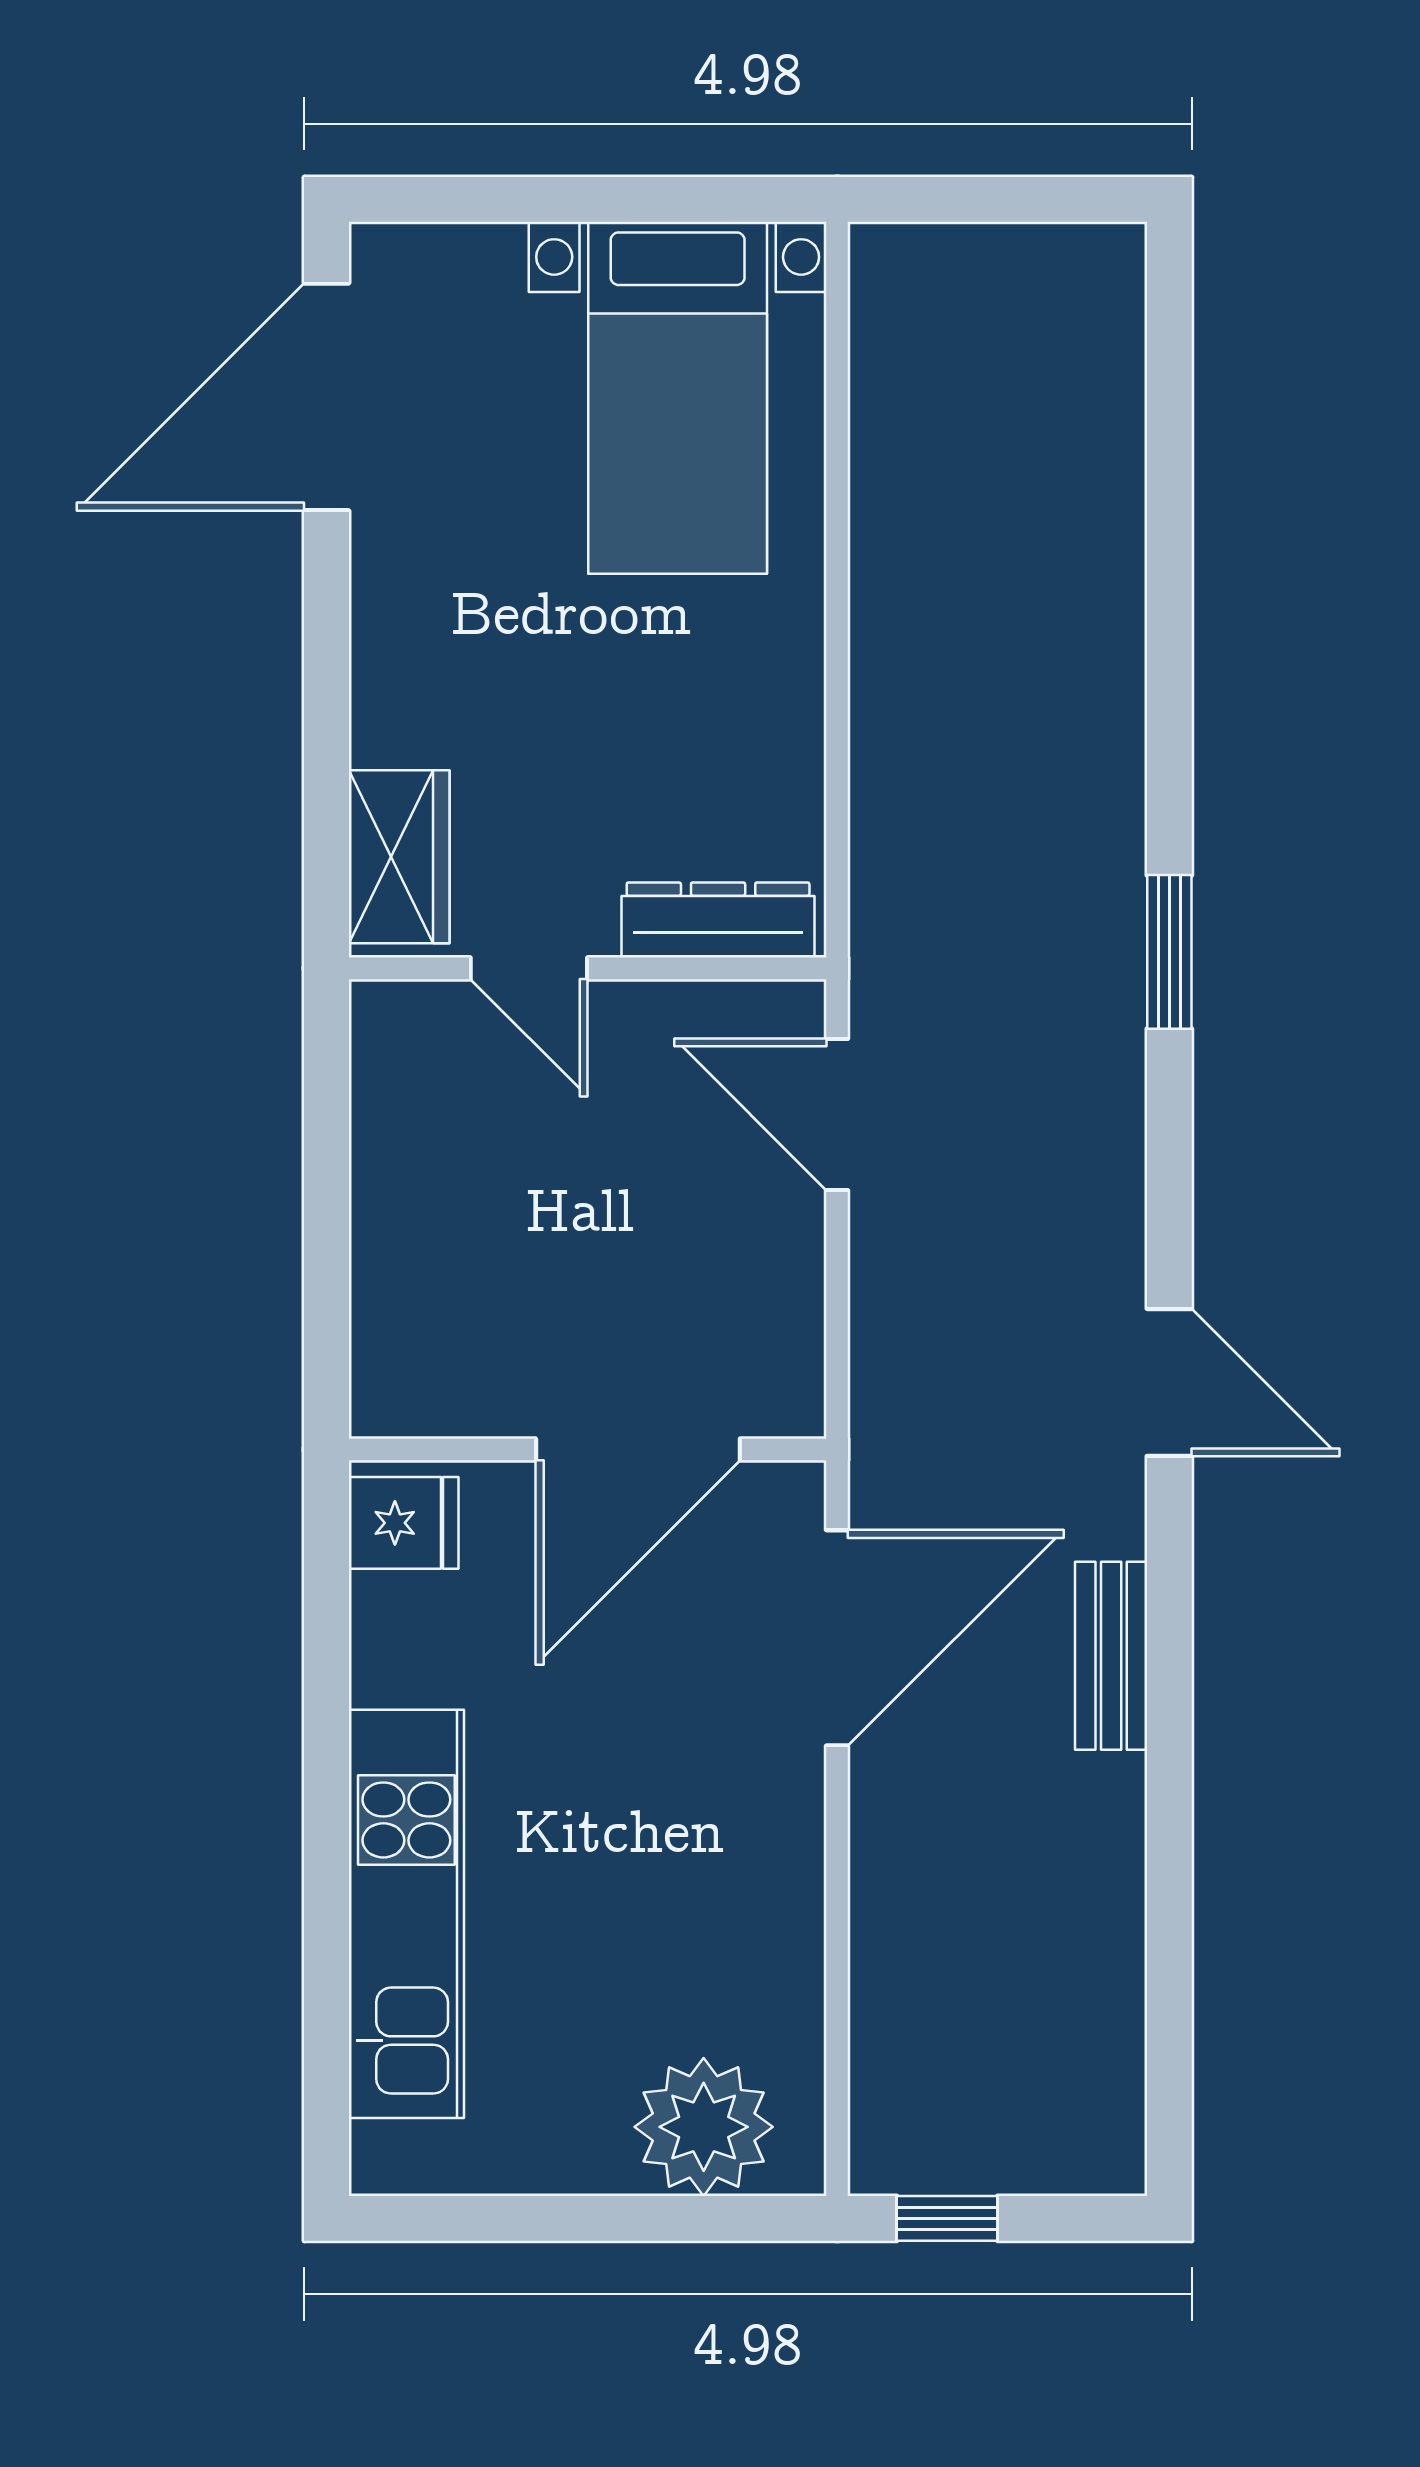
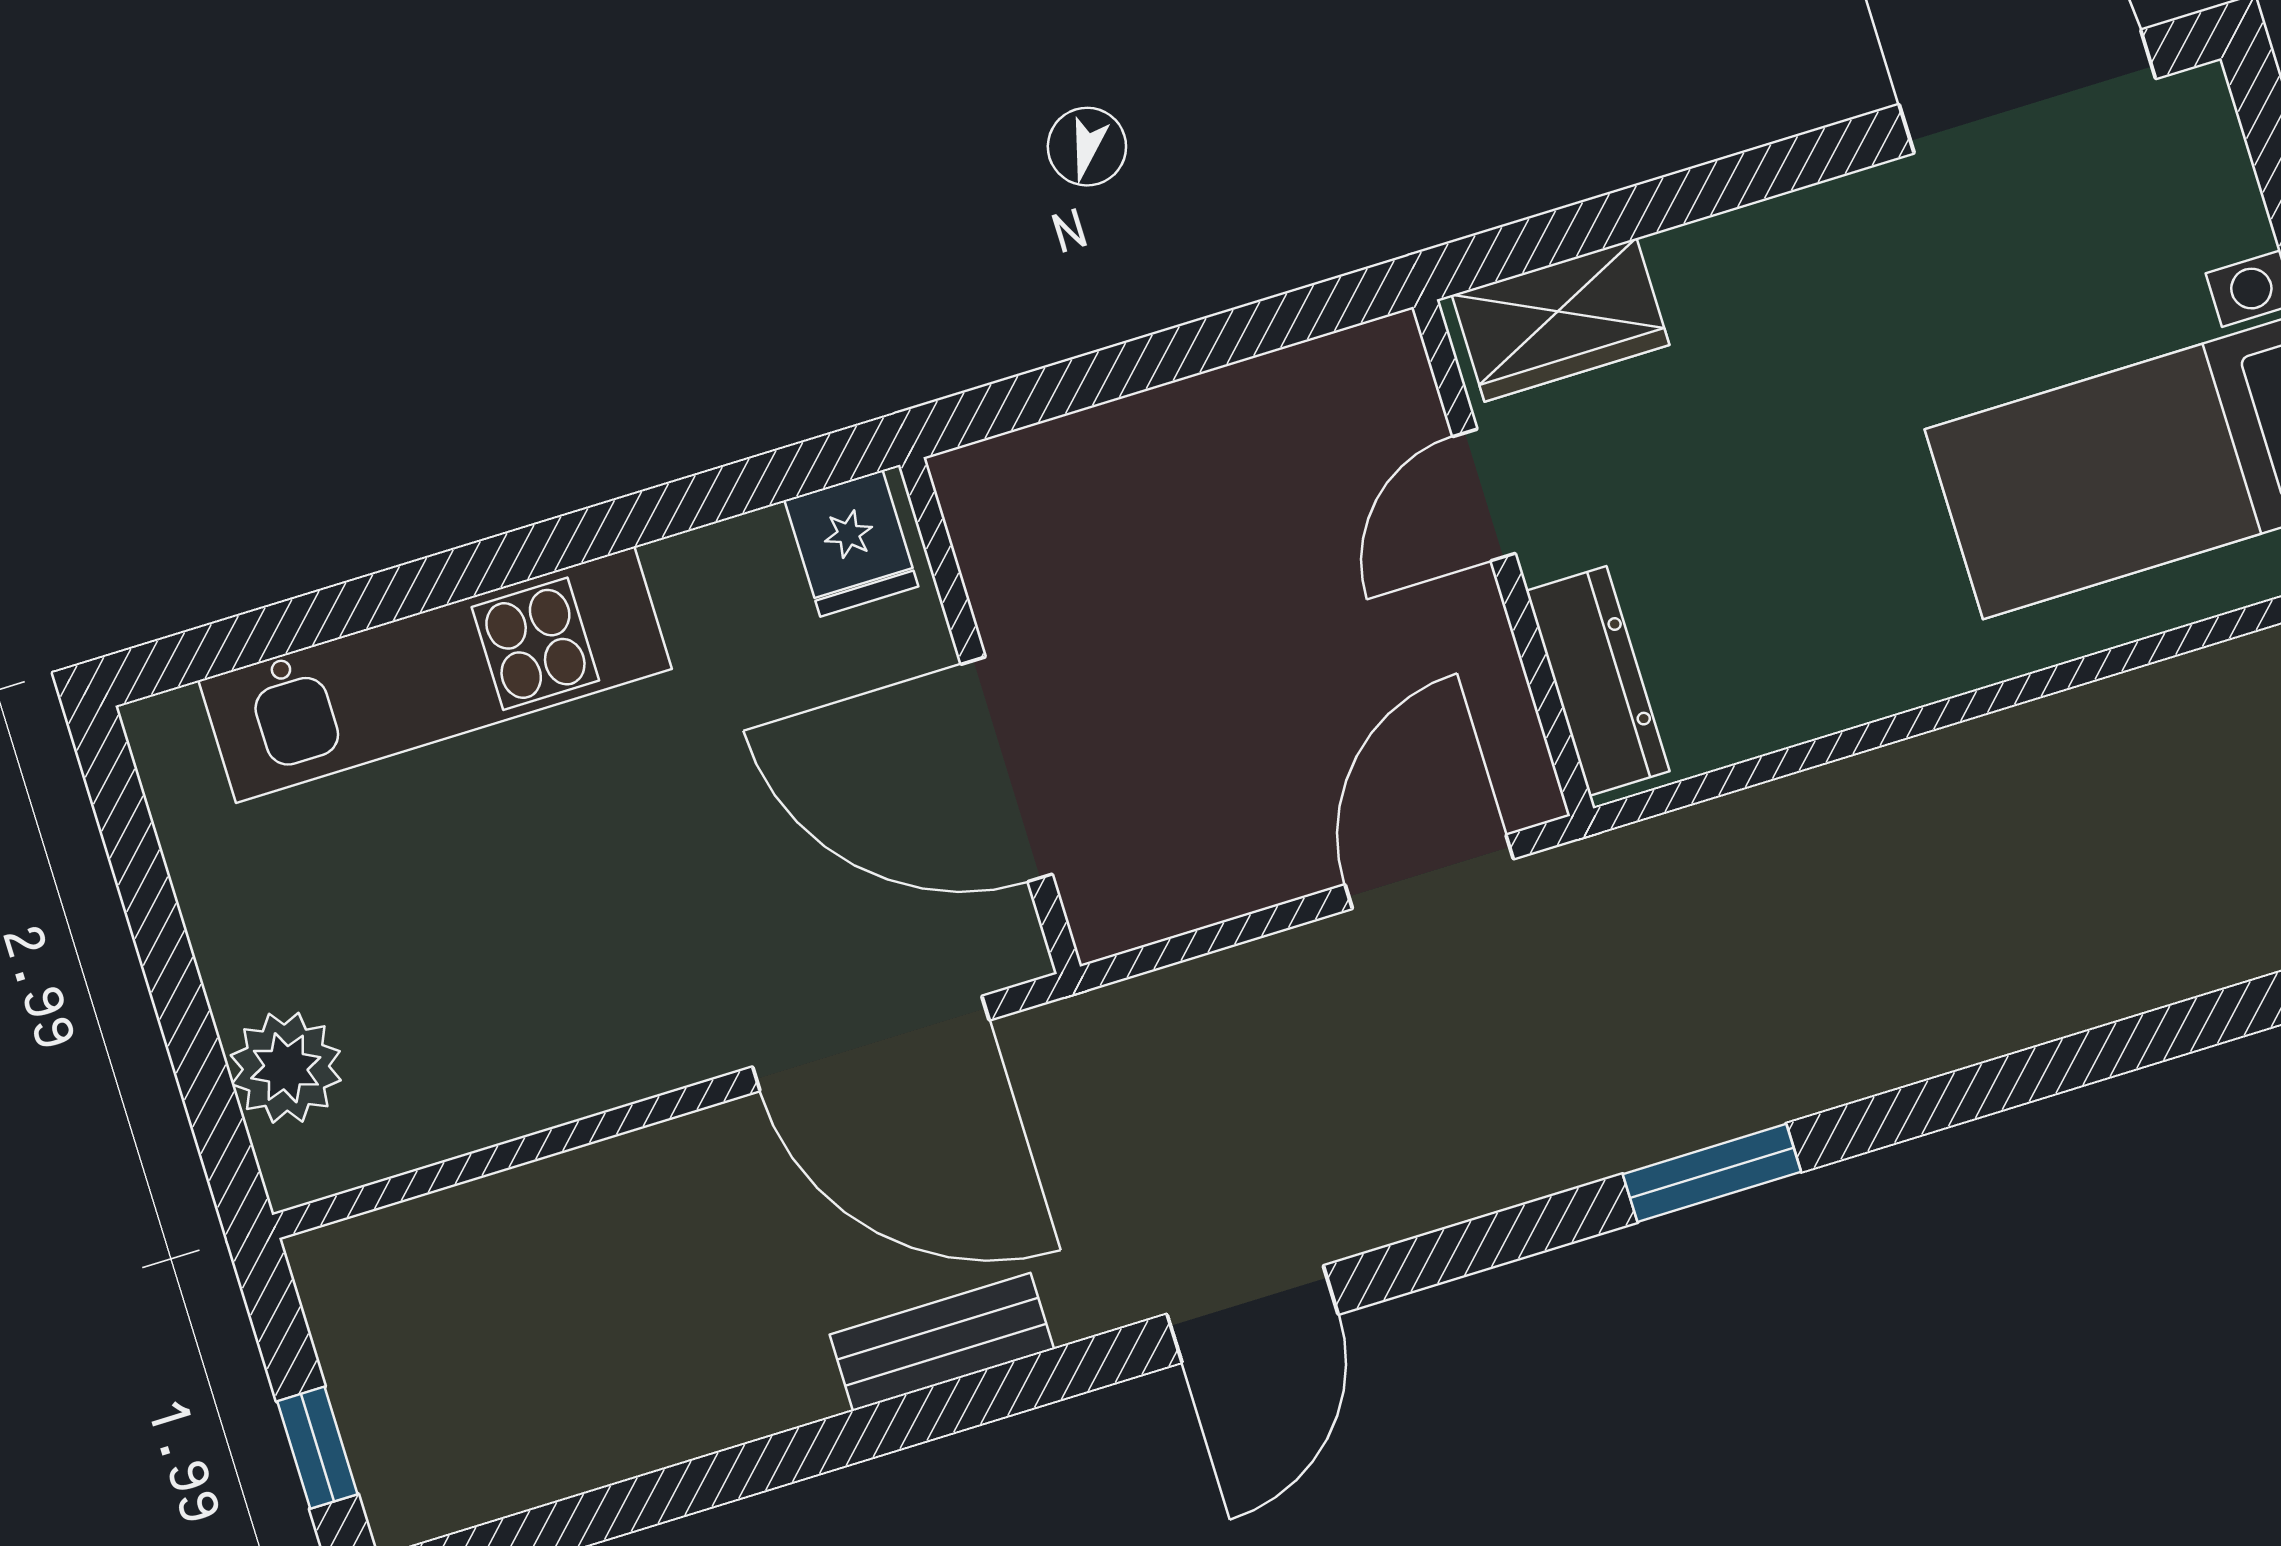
plant: (704, 2127) -> (286, 1068), width x0.73, depth x0.73
window: (947, 2218) -> (317, 1448), moved

